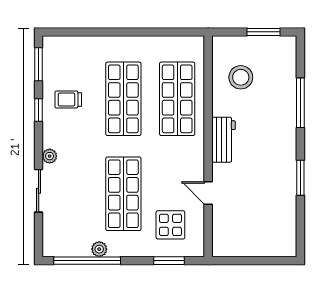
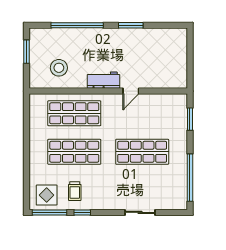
window: (39, 64) -> (50, 212), width x1.44
window: (300, 103) -> (77, 25), width x1.46
plant: (50, 156) -> (115, 205), removed
door: (208, 193) -> (131, 91), moved
display table: (170, 225) -> (47, 195), moved
plant: (99, 249) -> (182, 169), removed

